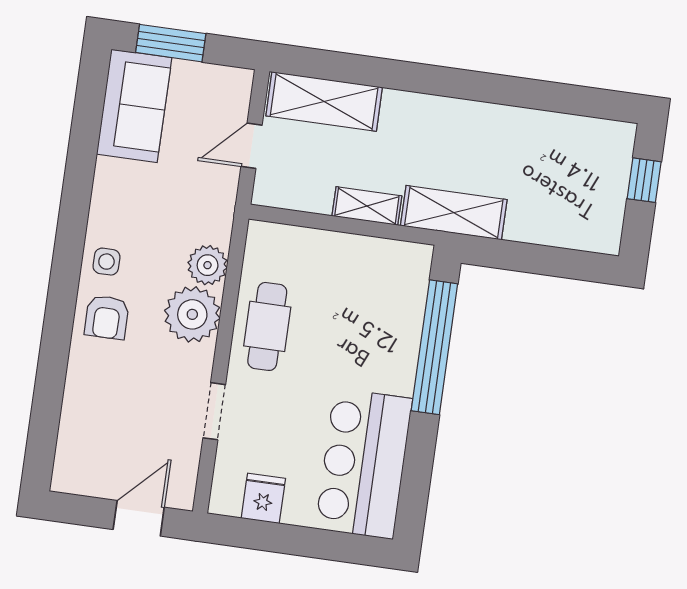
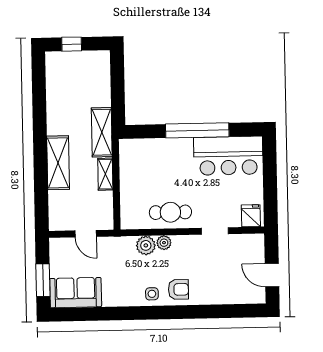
shelving: (324, 101) -> (58, 163), moved
plant: (192, 314) -> (164, 243), width x0.53, depth x0.53
window: (434, 347) -> (197, 130), moved
fridge: (263, 498) -> (251, 216), moved, turned 90
door: (139, 518) -> (272, 275), moved

